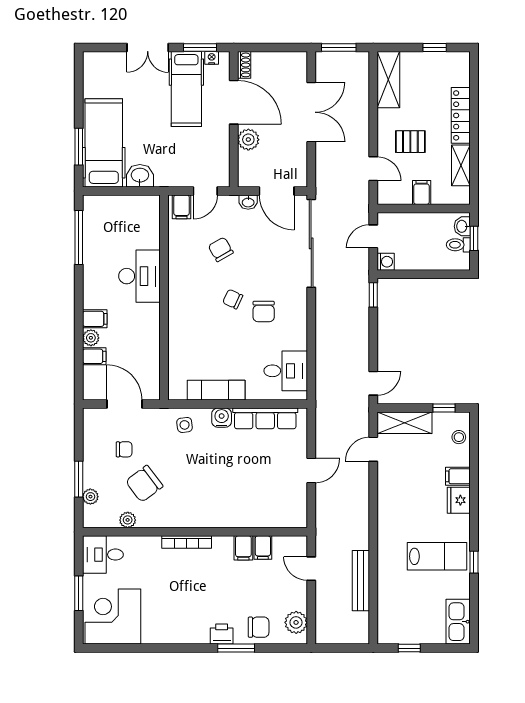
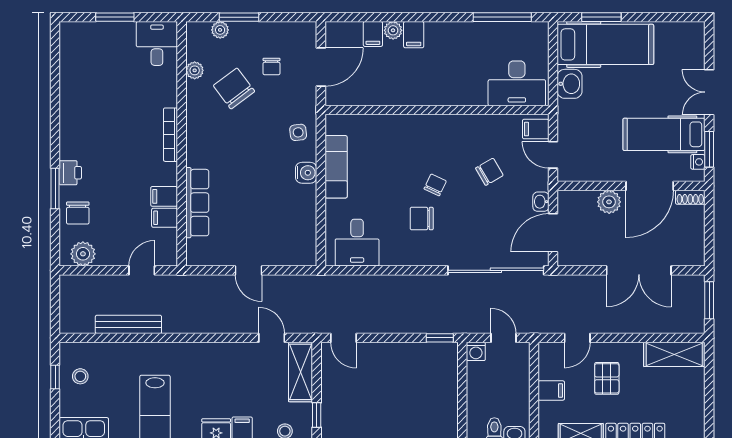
window: (435, 48) -> (709, 405), removed
desk: (139, 276) -> (517, 83), moved
row of seats: (265, 418) -> (197, 203), moved, turned 180
corner desk: (113, 616) -> (89, 54), removed
stool: (409, 625) -> (80, 376), added

